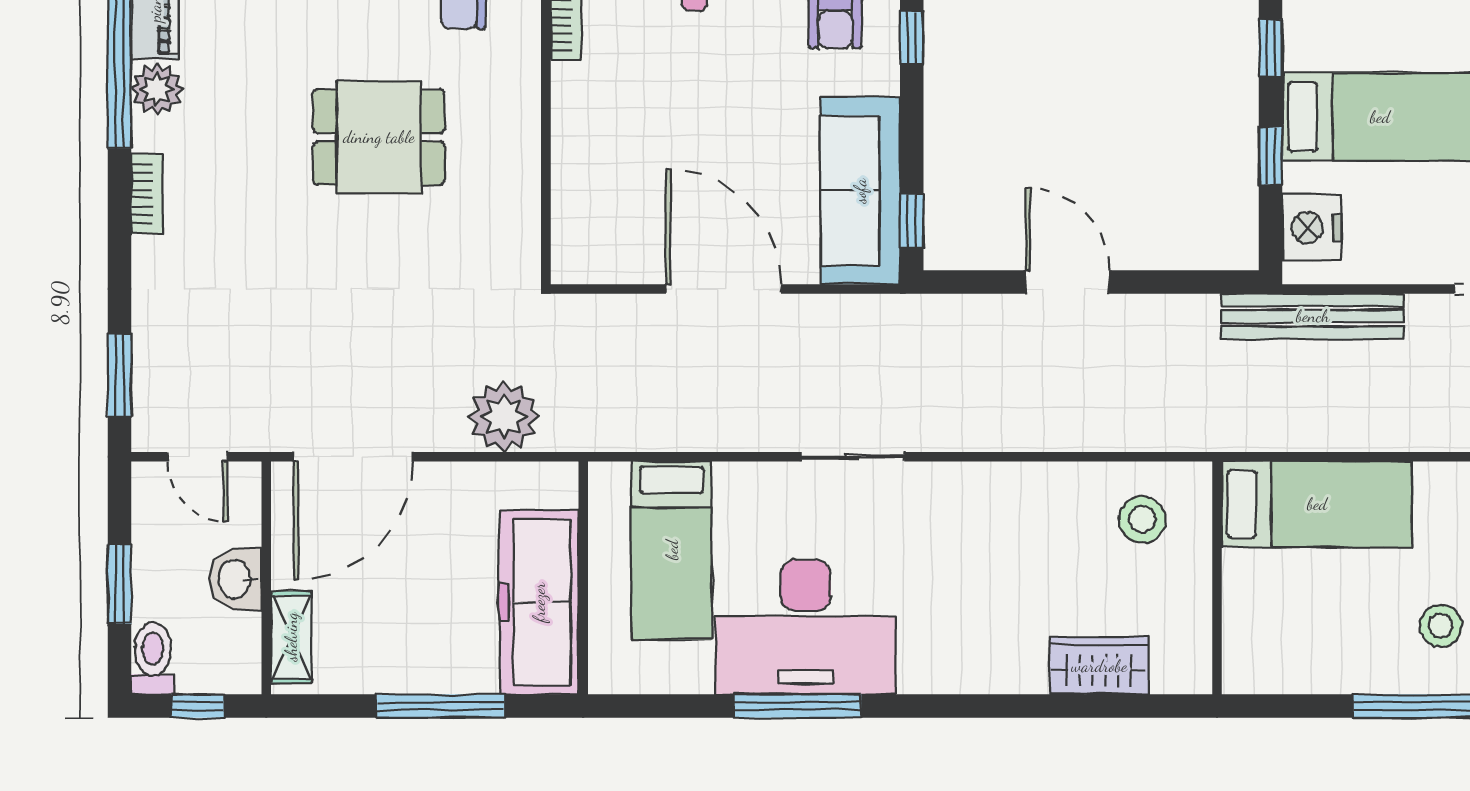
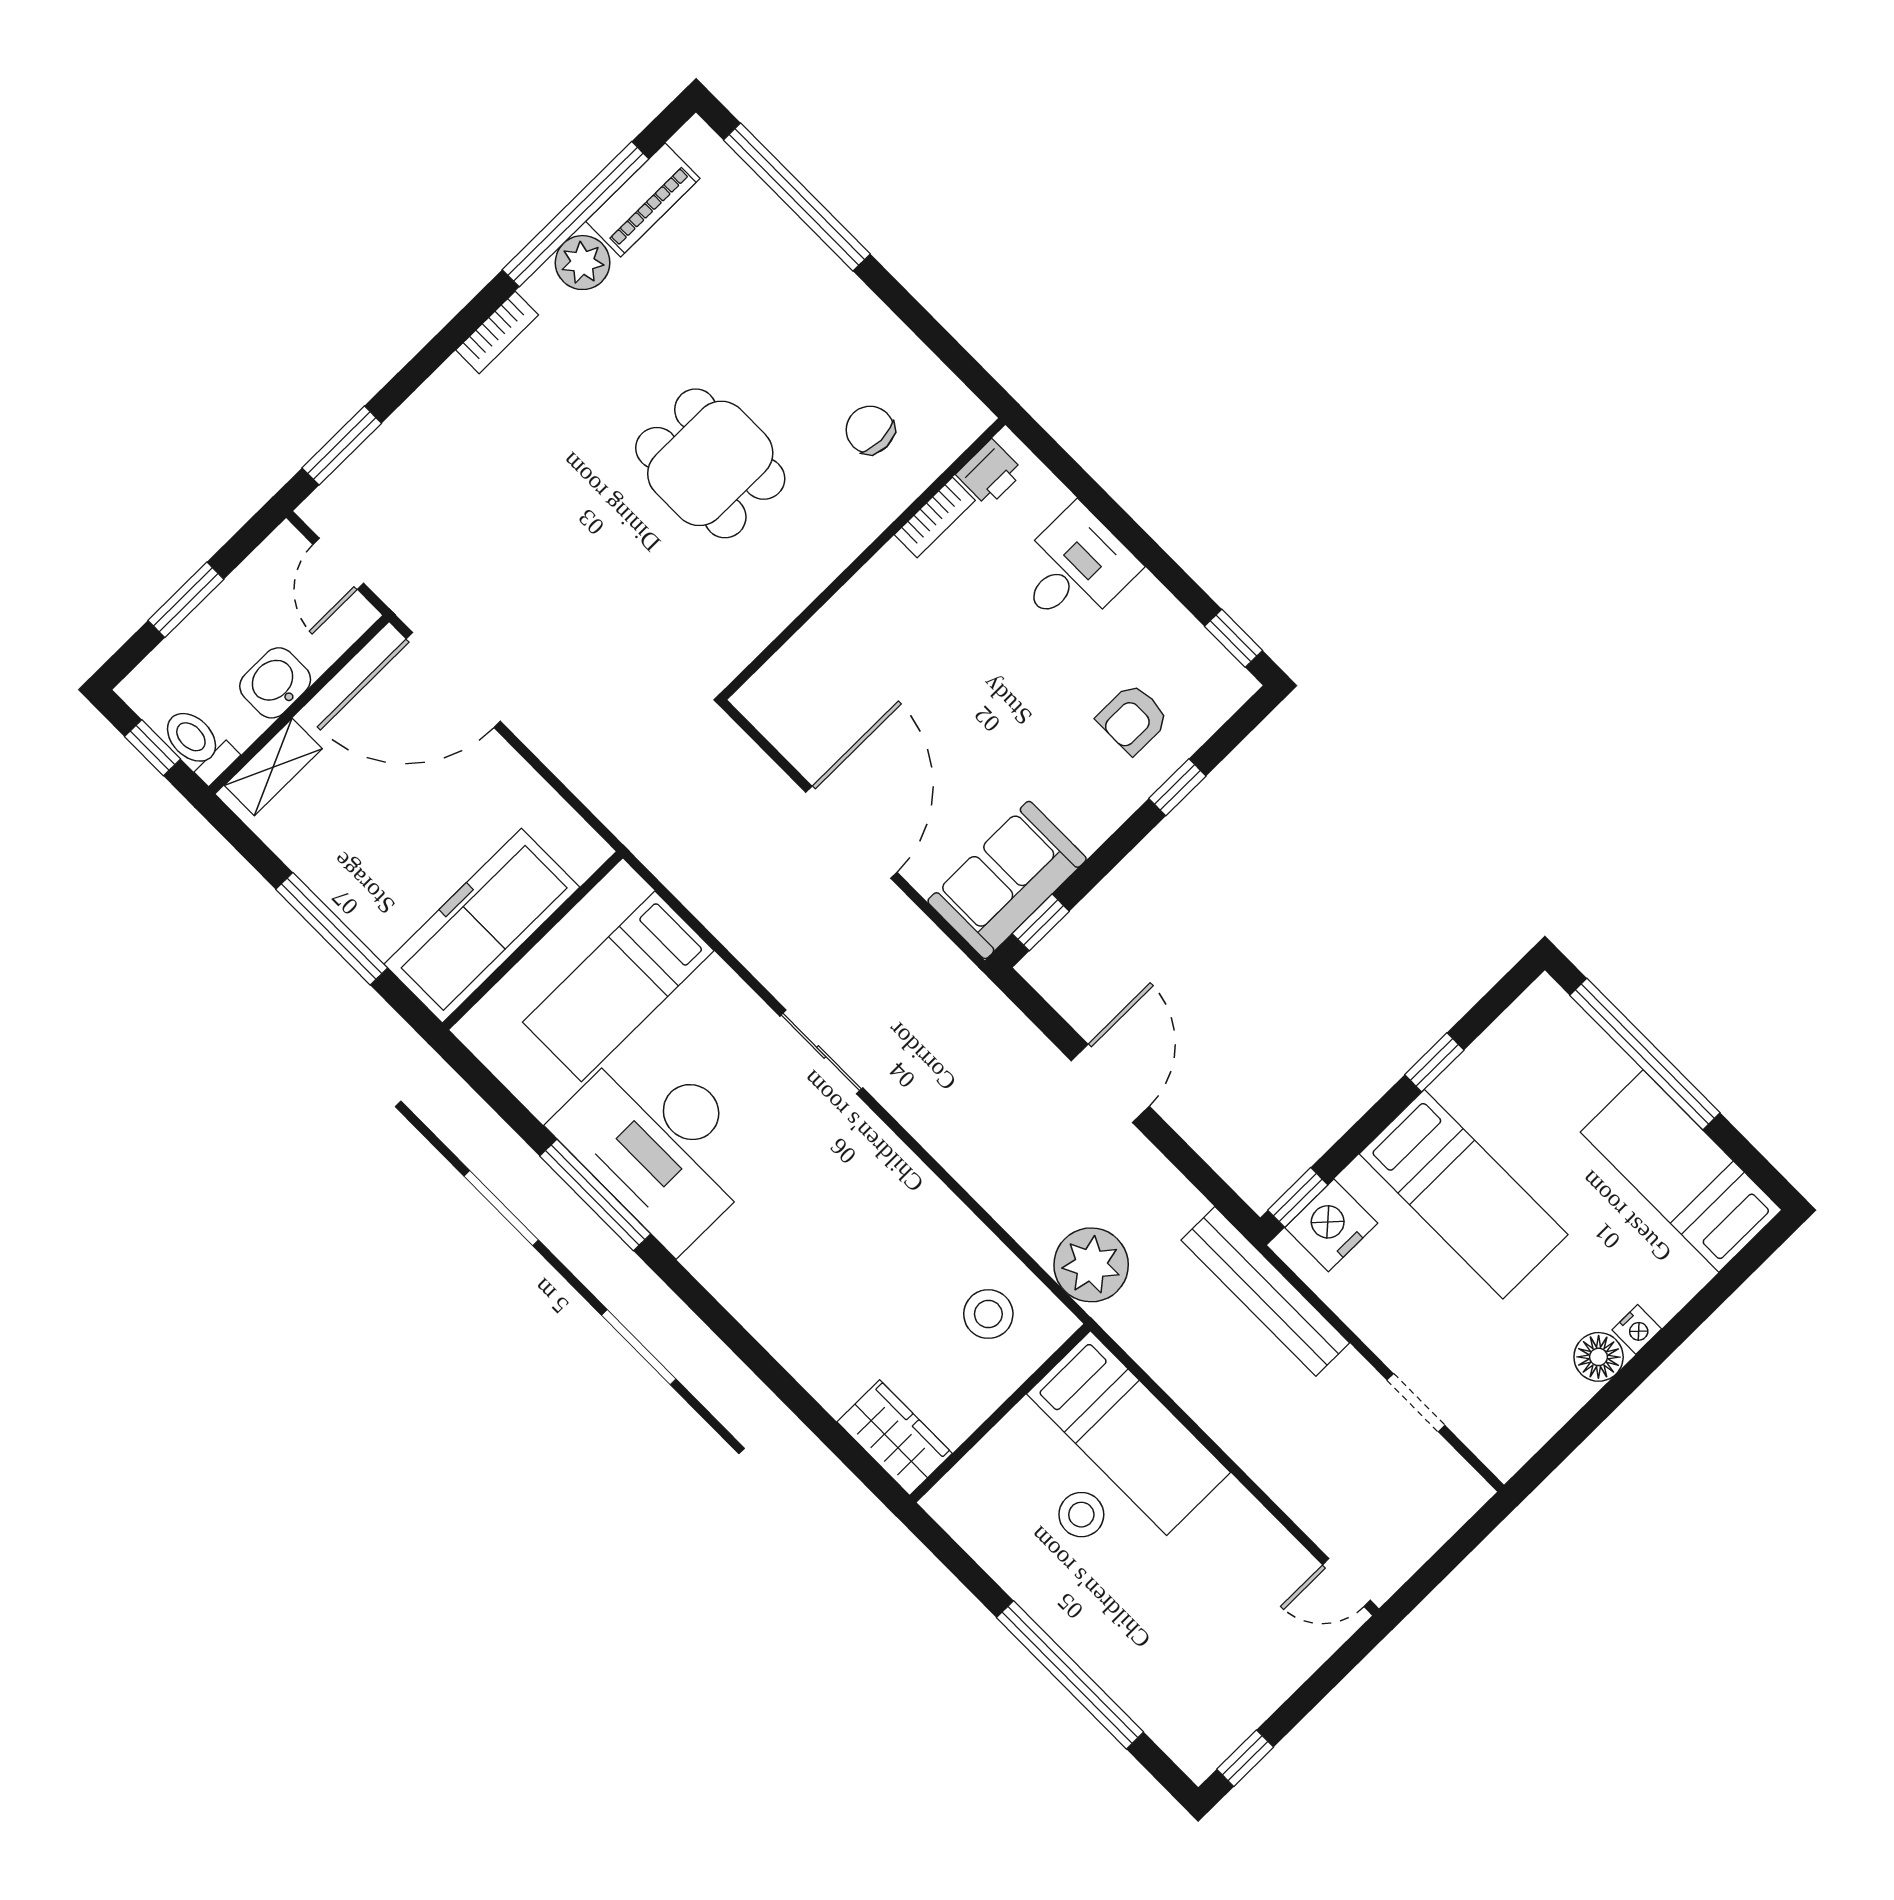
window: (1271, 156) -> (1298, 1197), moved
sofa: (860, 191) -> (1007, 880), width x0.73
plant: (504, 417) -> (1091, 1265), moved
stool: (1441, 626) -> (1081, 1515), moved
toilet: (153, 659) -> (198, 744), moved, turned -90
wardrobe: (1099, 666) -> (895, 1438), moved

